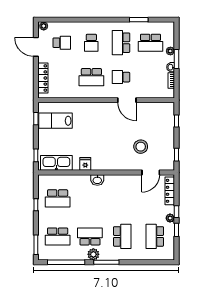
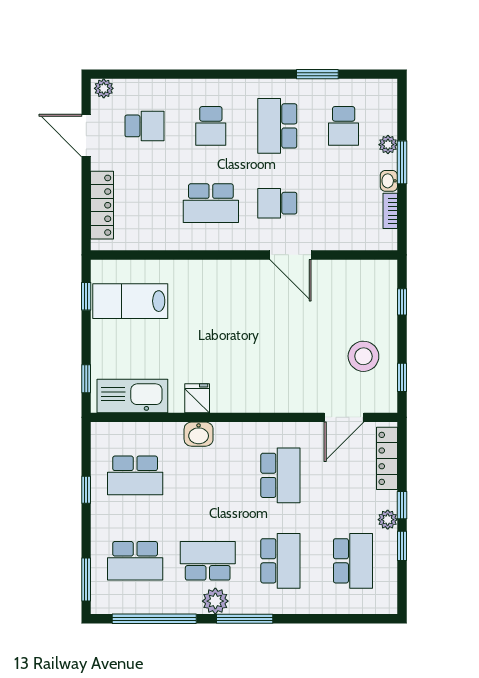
school desk: (150, 43) -> (344, 126), width x0.54
stool: (141, 147) -> (363, 356), moved
washbasin: (97, 180) -> (199, 434), moved
school desk: (122, 198) -> (280, 475), added
school desk: (155, 236) -> (353, 561), turned 180

